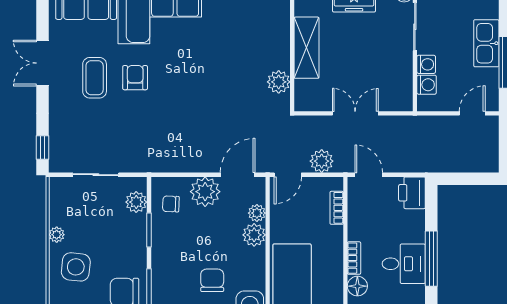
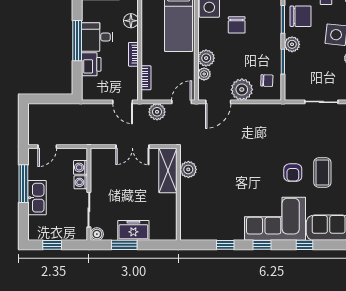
shelving: (307, 48) -> (168, 170), moved
printer: (412, 193) -> (91, 64), moved
plant: (136, 202) -> (292, 44), moved
bookcase: (354, 258) -> (133, 54), moved

